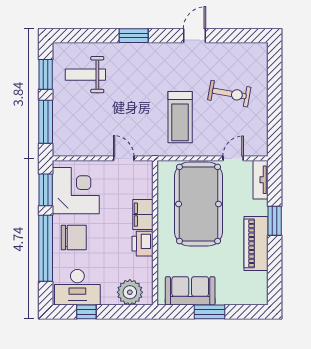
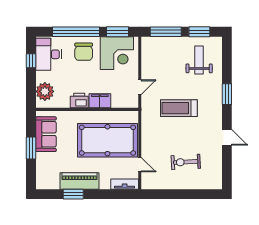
exercise bike: (229, 94) -> (186, 162), turned 77
treadmill: (180, 117) -> (179, 108), moved
window: (275, 221) -> (73, 194), moved

